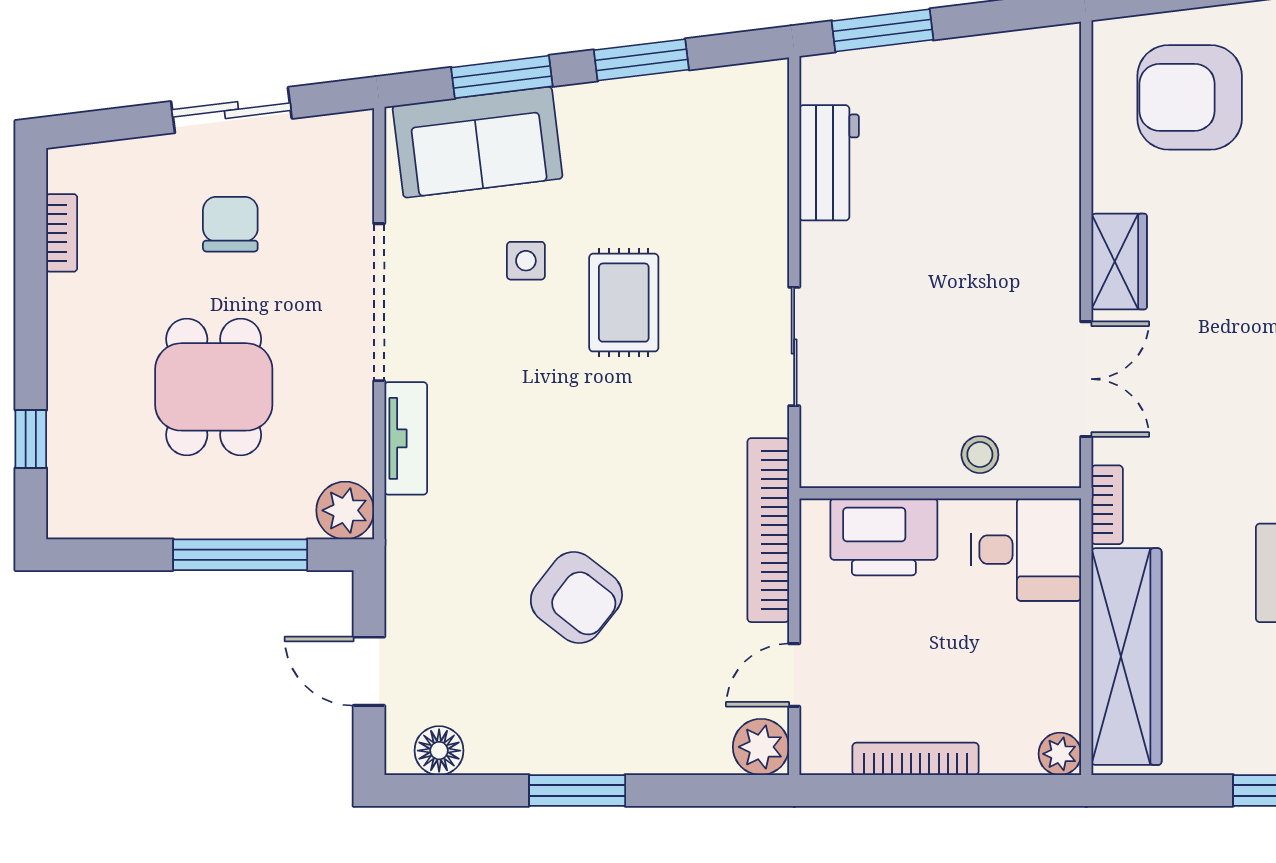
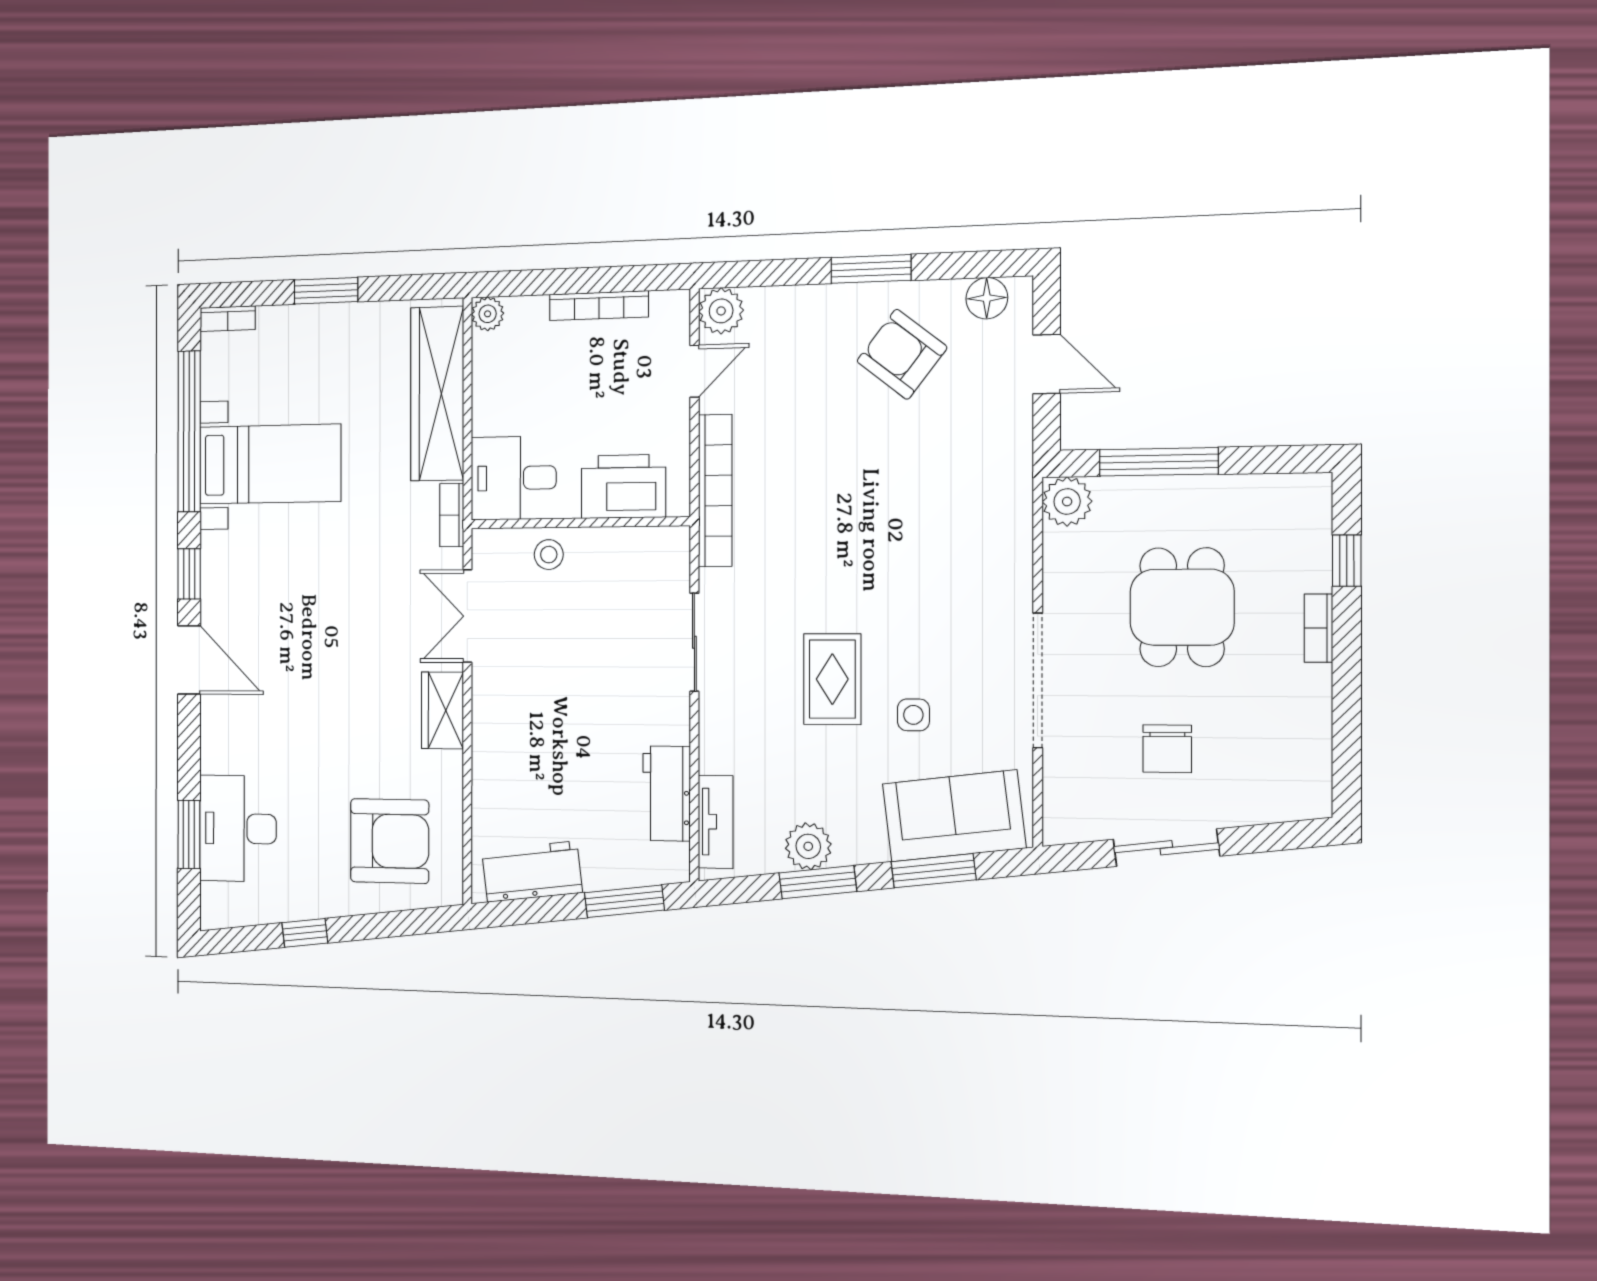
workbench: (1002, 64) -> (532, 872), added
plant: (653, 102) -> (808, 846), added
bookcase: (62, 233) -> (1318, 628), moved
tv unit: (406, 438) -> (716, 822), moved, turned 180
armchair: (576, 598) -> (902, 354), moved

